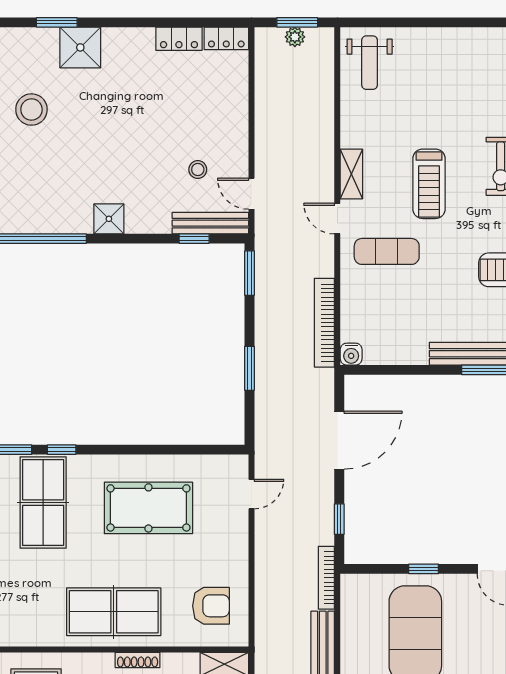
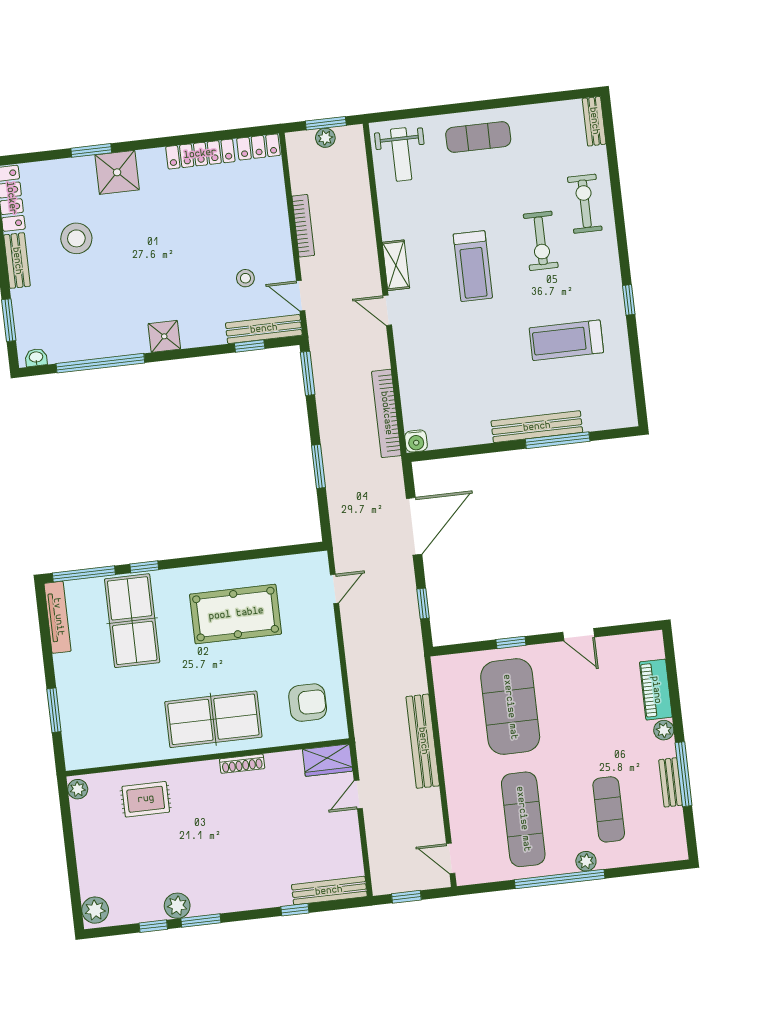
locker: (179, 39) -> (200, 154), width x1.53
exercise mat: (387, 251) -> (478, 137), moved
bookcase: (326, 578) -> (303, 226), moved, turned 180

